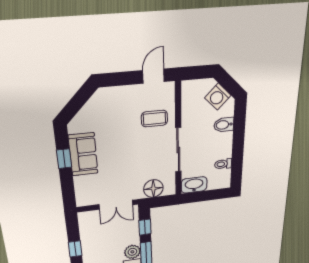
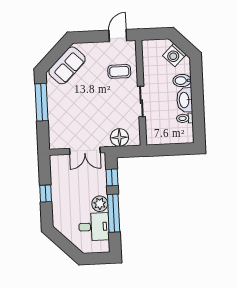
sliding door: (178, 150) -> (141, 102), width x0.73
sofa: (83, 154) -> (67, 65), moved, turned 45
window: (64, 159) -> (41, 102), width x2.17
washbasin: (194, 185) -> (185, 100), moved, turned -90

